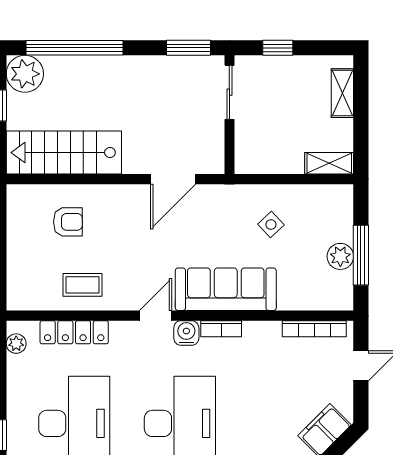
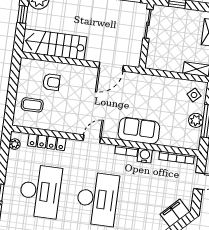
side table: (271, 224) -> (194, 95), moved
coffee table: (83, 285) -> (32, 105), moved
sofa: (226, 289) -> (139, 131), width x0.73
water cooler: (186, 333) -> (145, 156), moved

